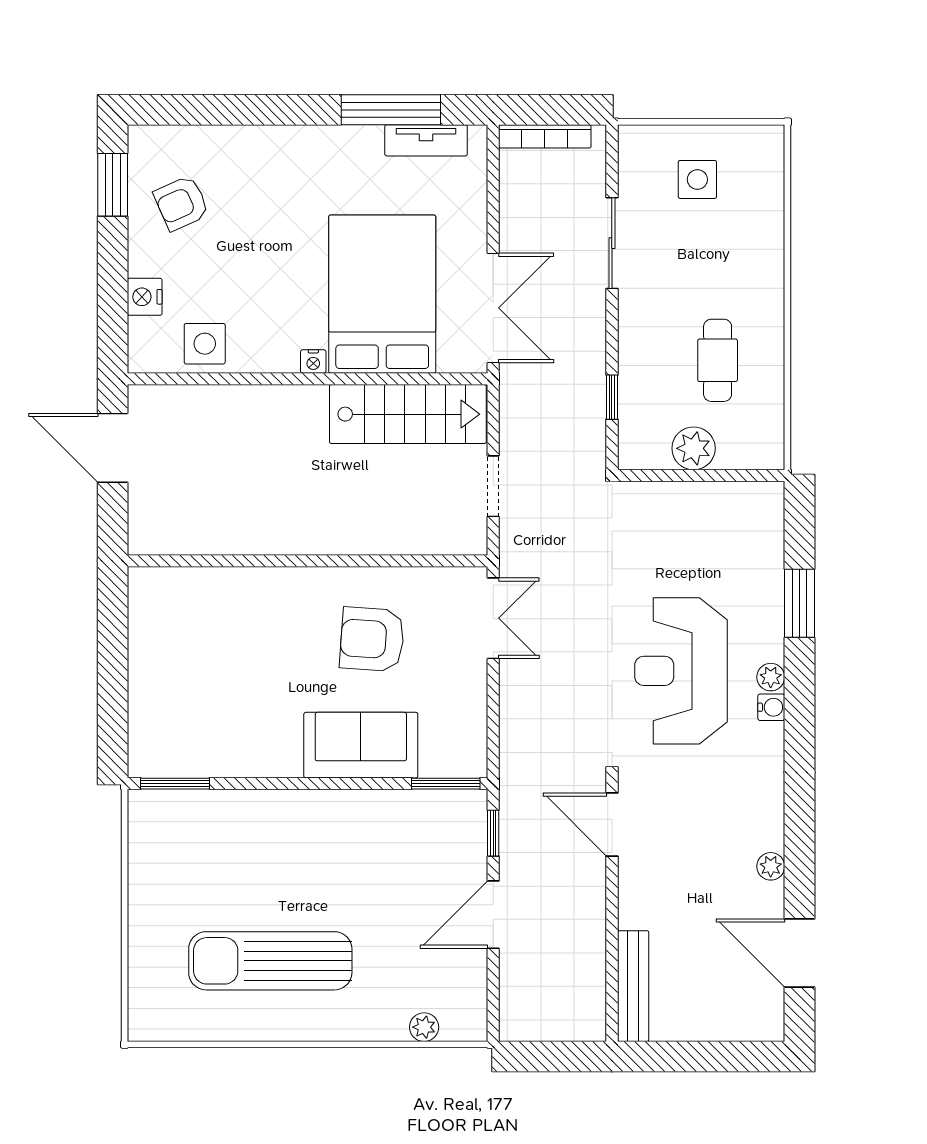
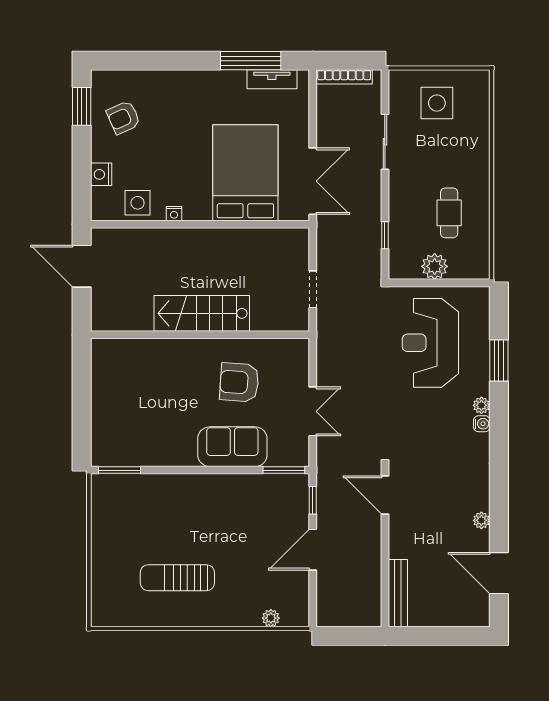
side table: (697, 179) -> (437, 103), width x1.37, depth x1.37
nightstand: (313, 362) -> (174, 214), moved
stairs: (408, 414) -> (202, 313), moved, turned 180
double door: (493, 618) -> (313, 411), moved
reception desk: (681, 671) -> (430, 343), moved
sun lounger: (270, 961) -> (177, 578), width x0.73, depth x0.75

